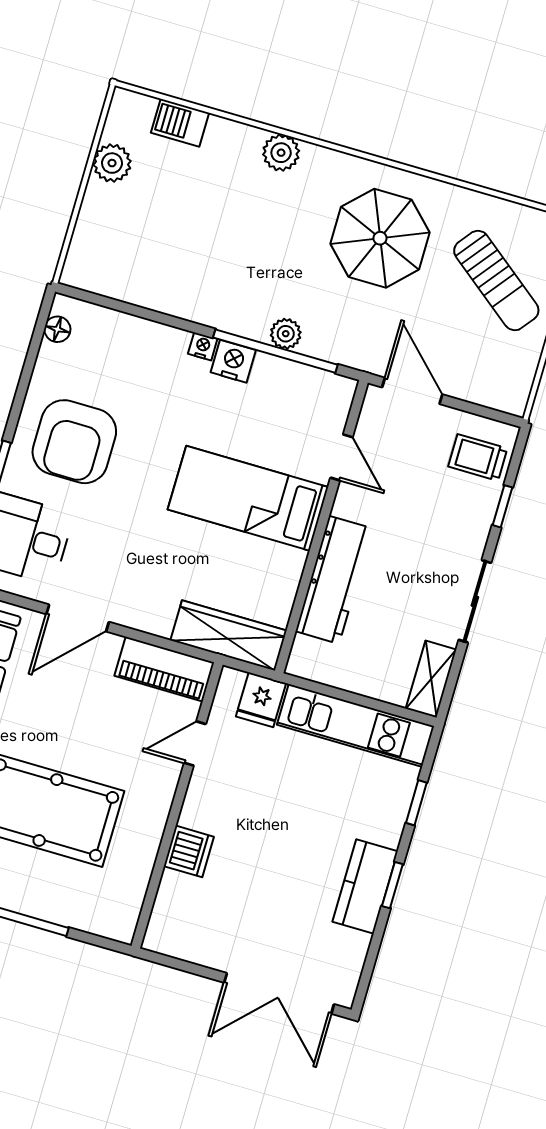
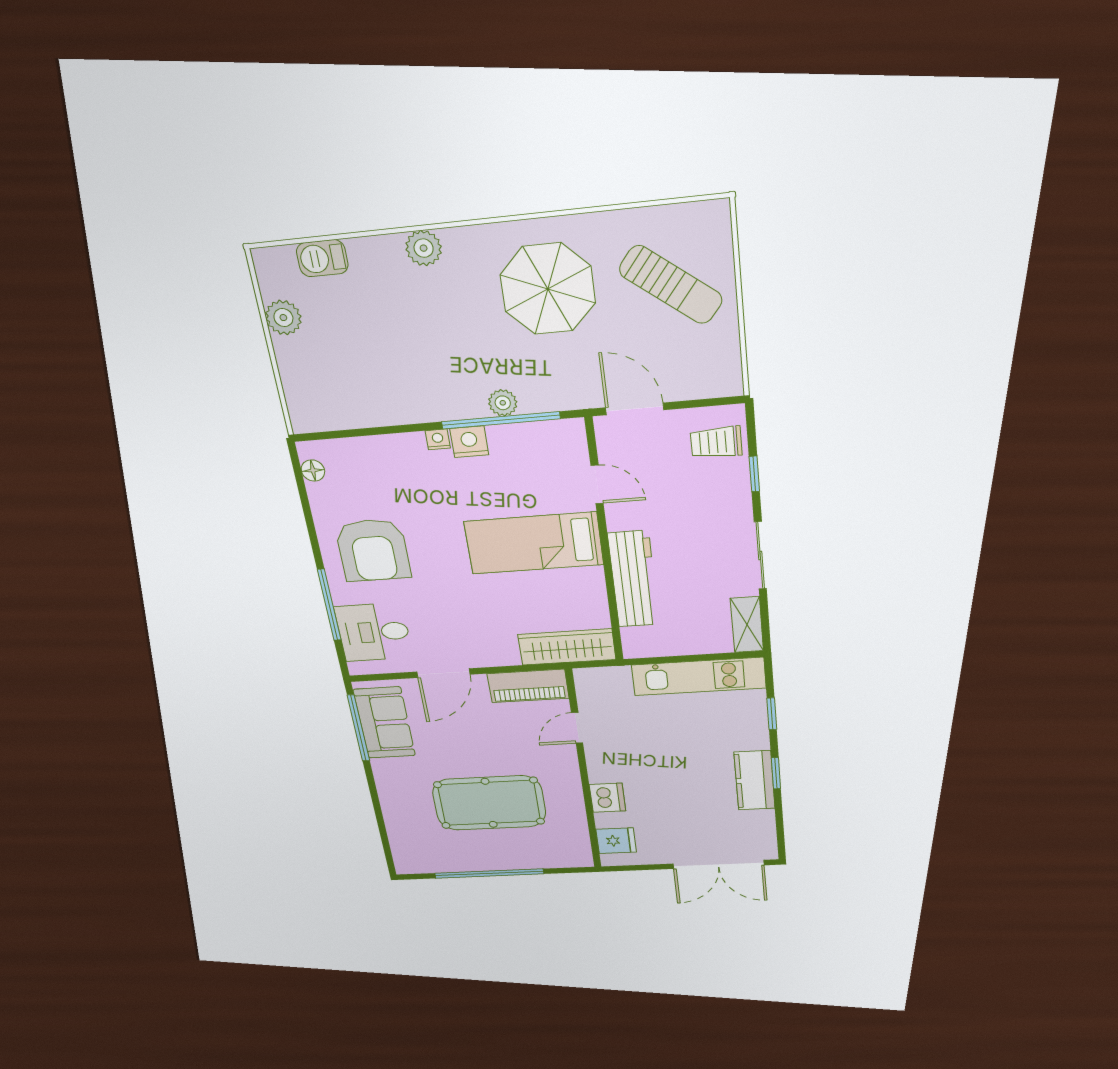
fridge: (261, 700) -> (616, 841), moved, turned -90

